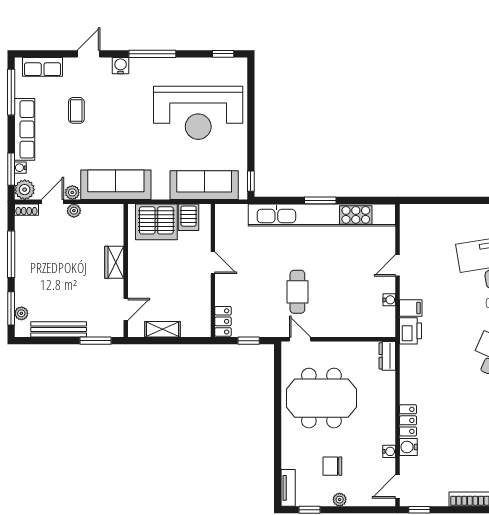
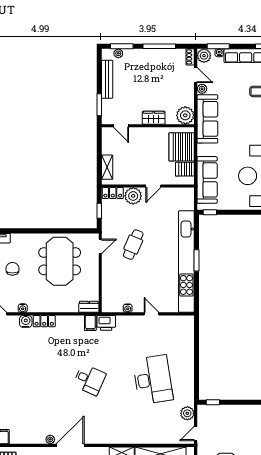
plant: (74, 211) -> (185, 115), moved, width x1.88, depth x1.88
plant: (227, 292) -> (133, 196), added
cafe table: (297, 292) -> (133, 245), turned -67
filing cabinet: (411, 308) -> (90, 323), moved
shelving: (162, 329) -> (107, 167), moved

